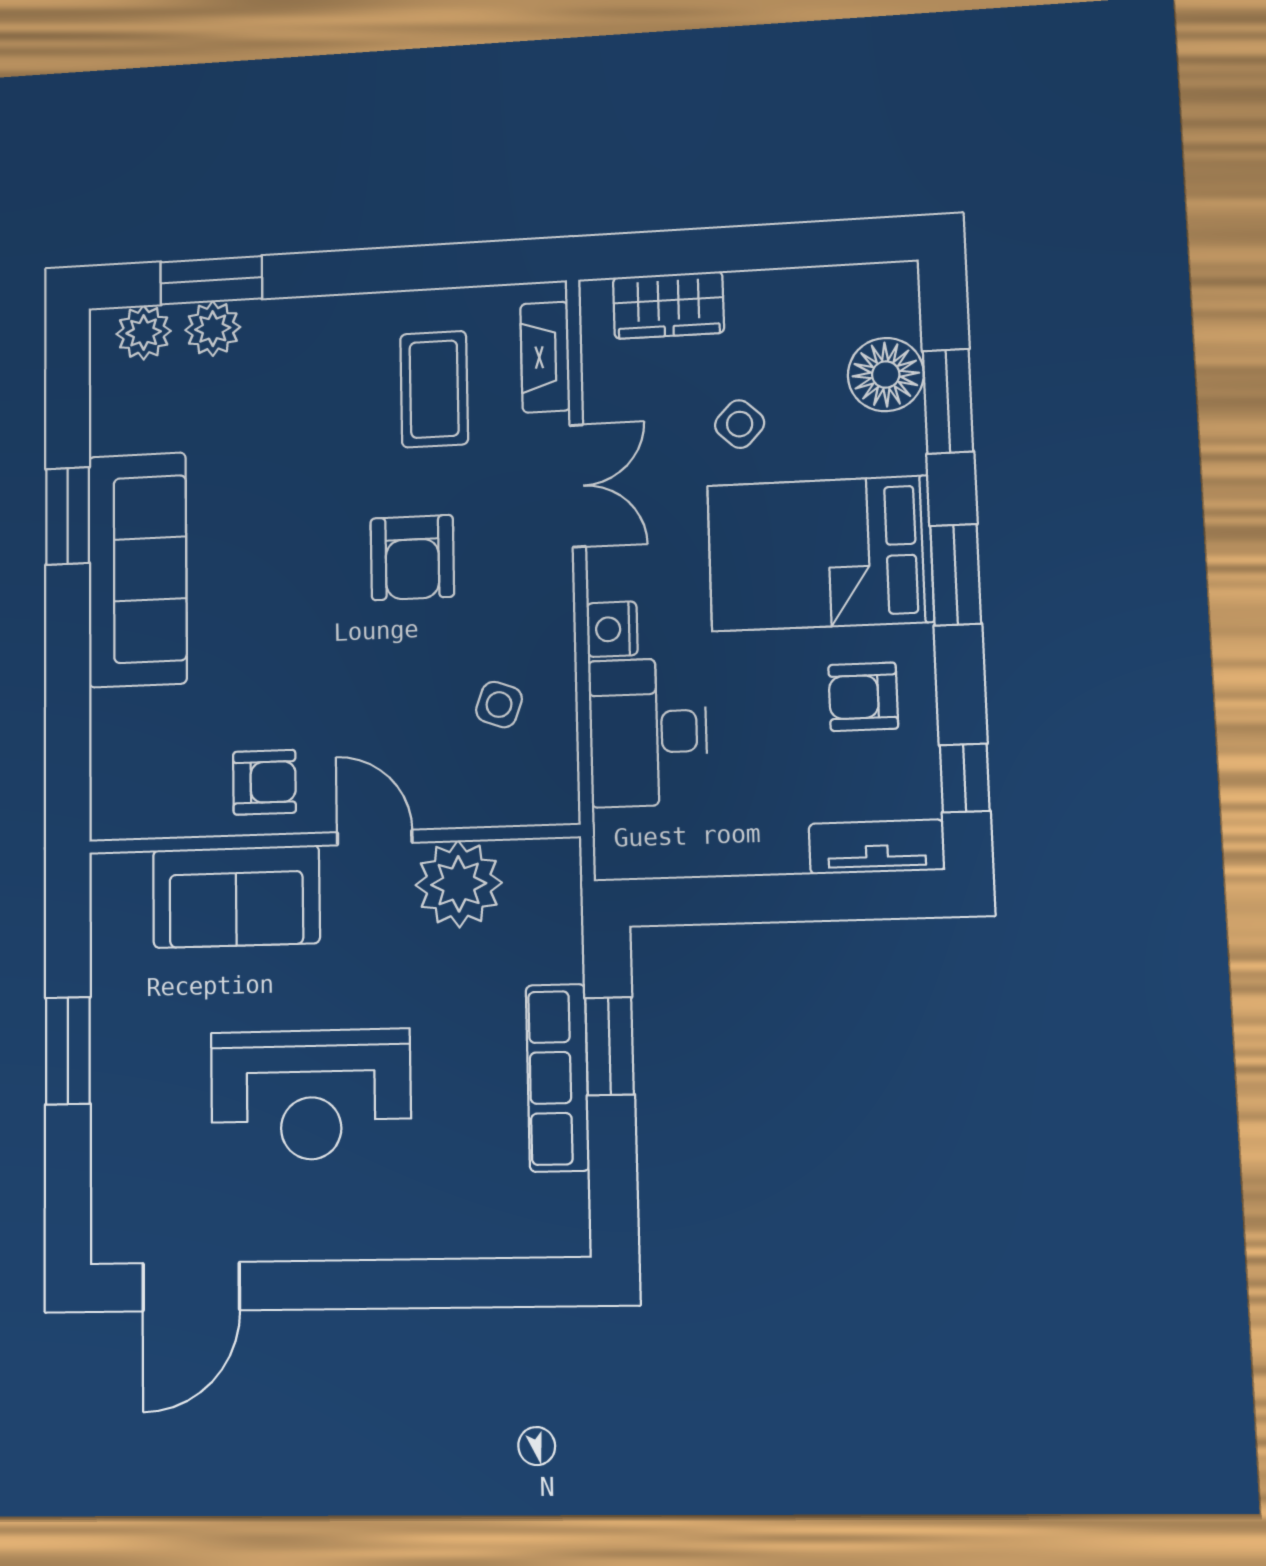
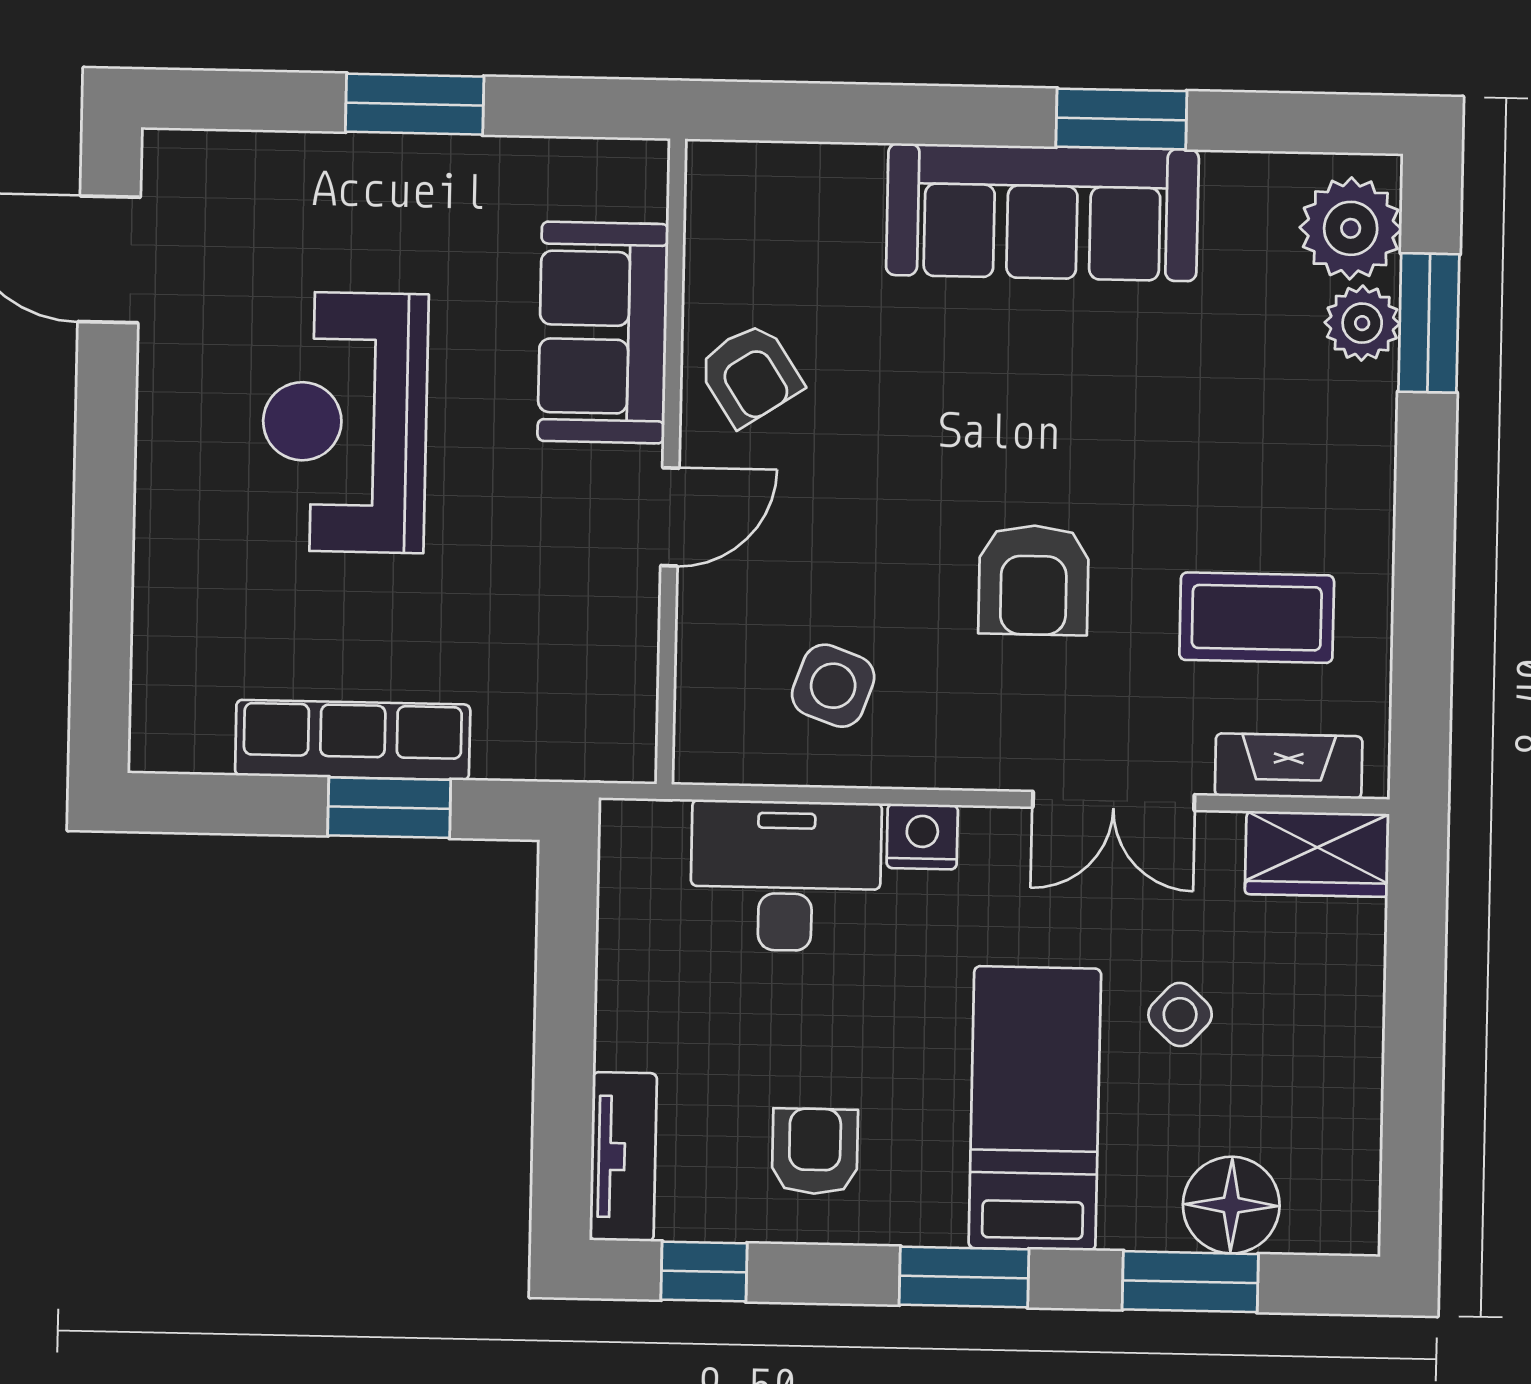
wardrobe: (668, 305) -> (1317, 854), moved, turned -90
plant: (144, 332) -> (1351, 228), width x1.36, depth x1.36
bed: (820, 553) -> (1035, 1108), width x0.67
armchair: (412, 558) -> (1034, 580), turned -90
side table: (499, 705) -> (833, 686), width x1.37, depth x1.37
armchair: (264, 782) -> (750, 374), turned -33
plant: (459, 884) -> (604, 624), removed

